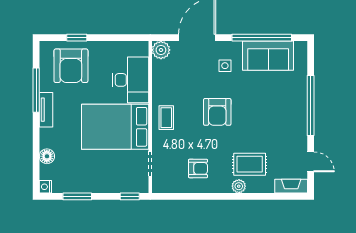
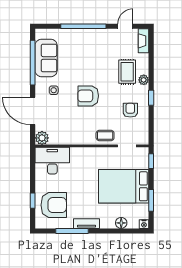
desk: (131, 80) -> (52, 161), moved
armchair: (217, 112) -> (88, 96), turned 180
coffee table: (166, 118) -> (105, 135), moved
bed: (115, 127) -> (124, 186), moved, turned 90
window: (215, 196) -> (151, 98), added

